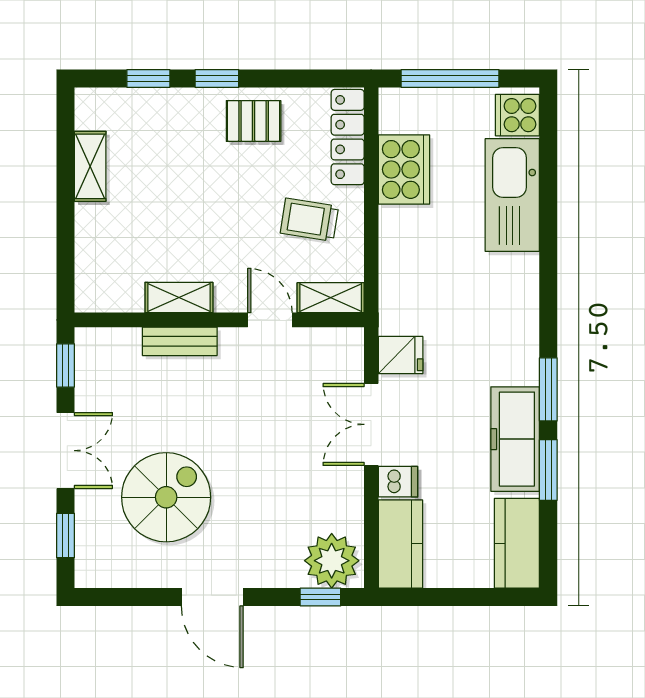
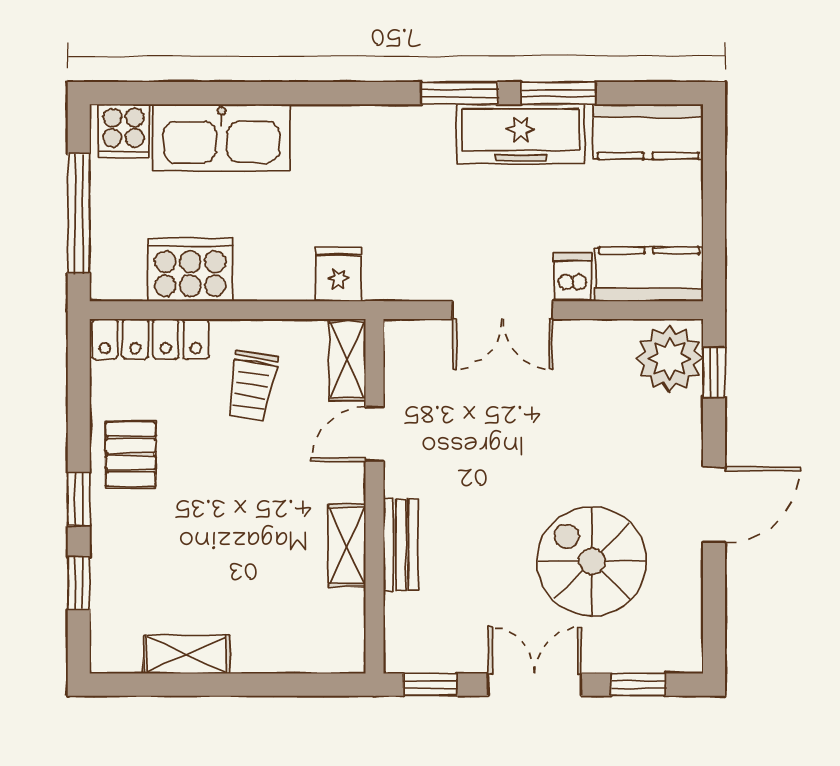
fridge: (401, 355) -> (339, 274), moved

